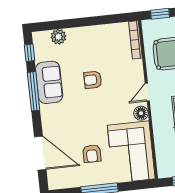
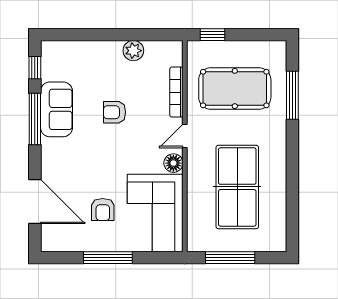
plant: (58, 37) -> (133, 51), moved
bookcase: (135, 40) -> (176, 92), moved

